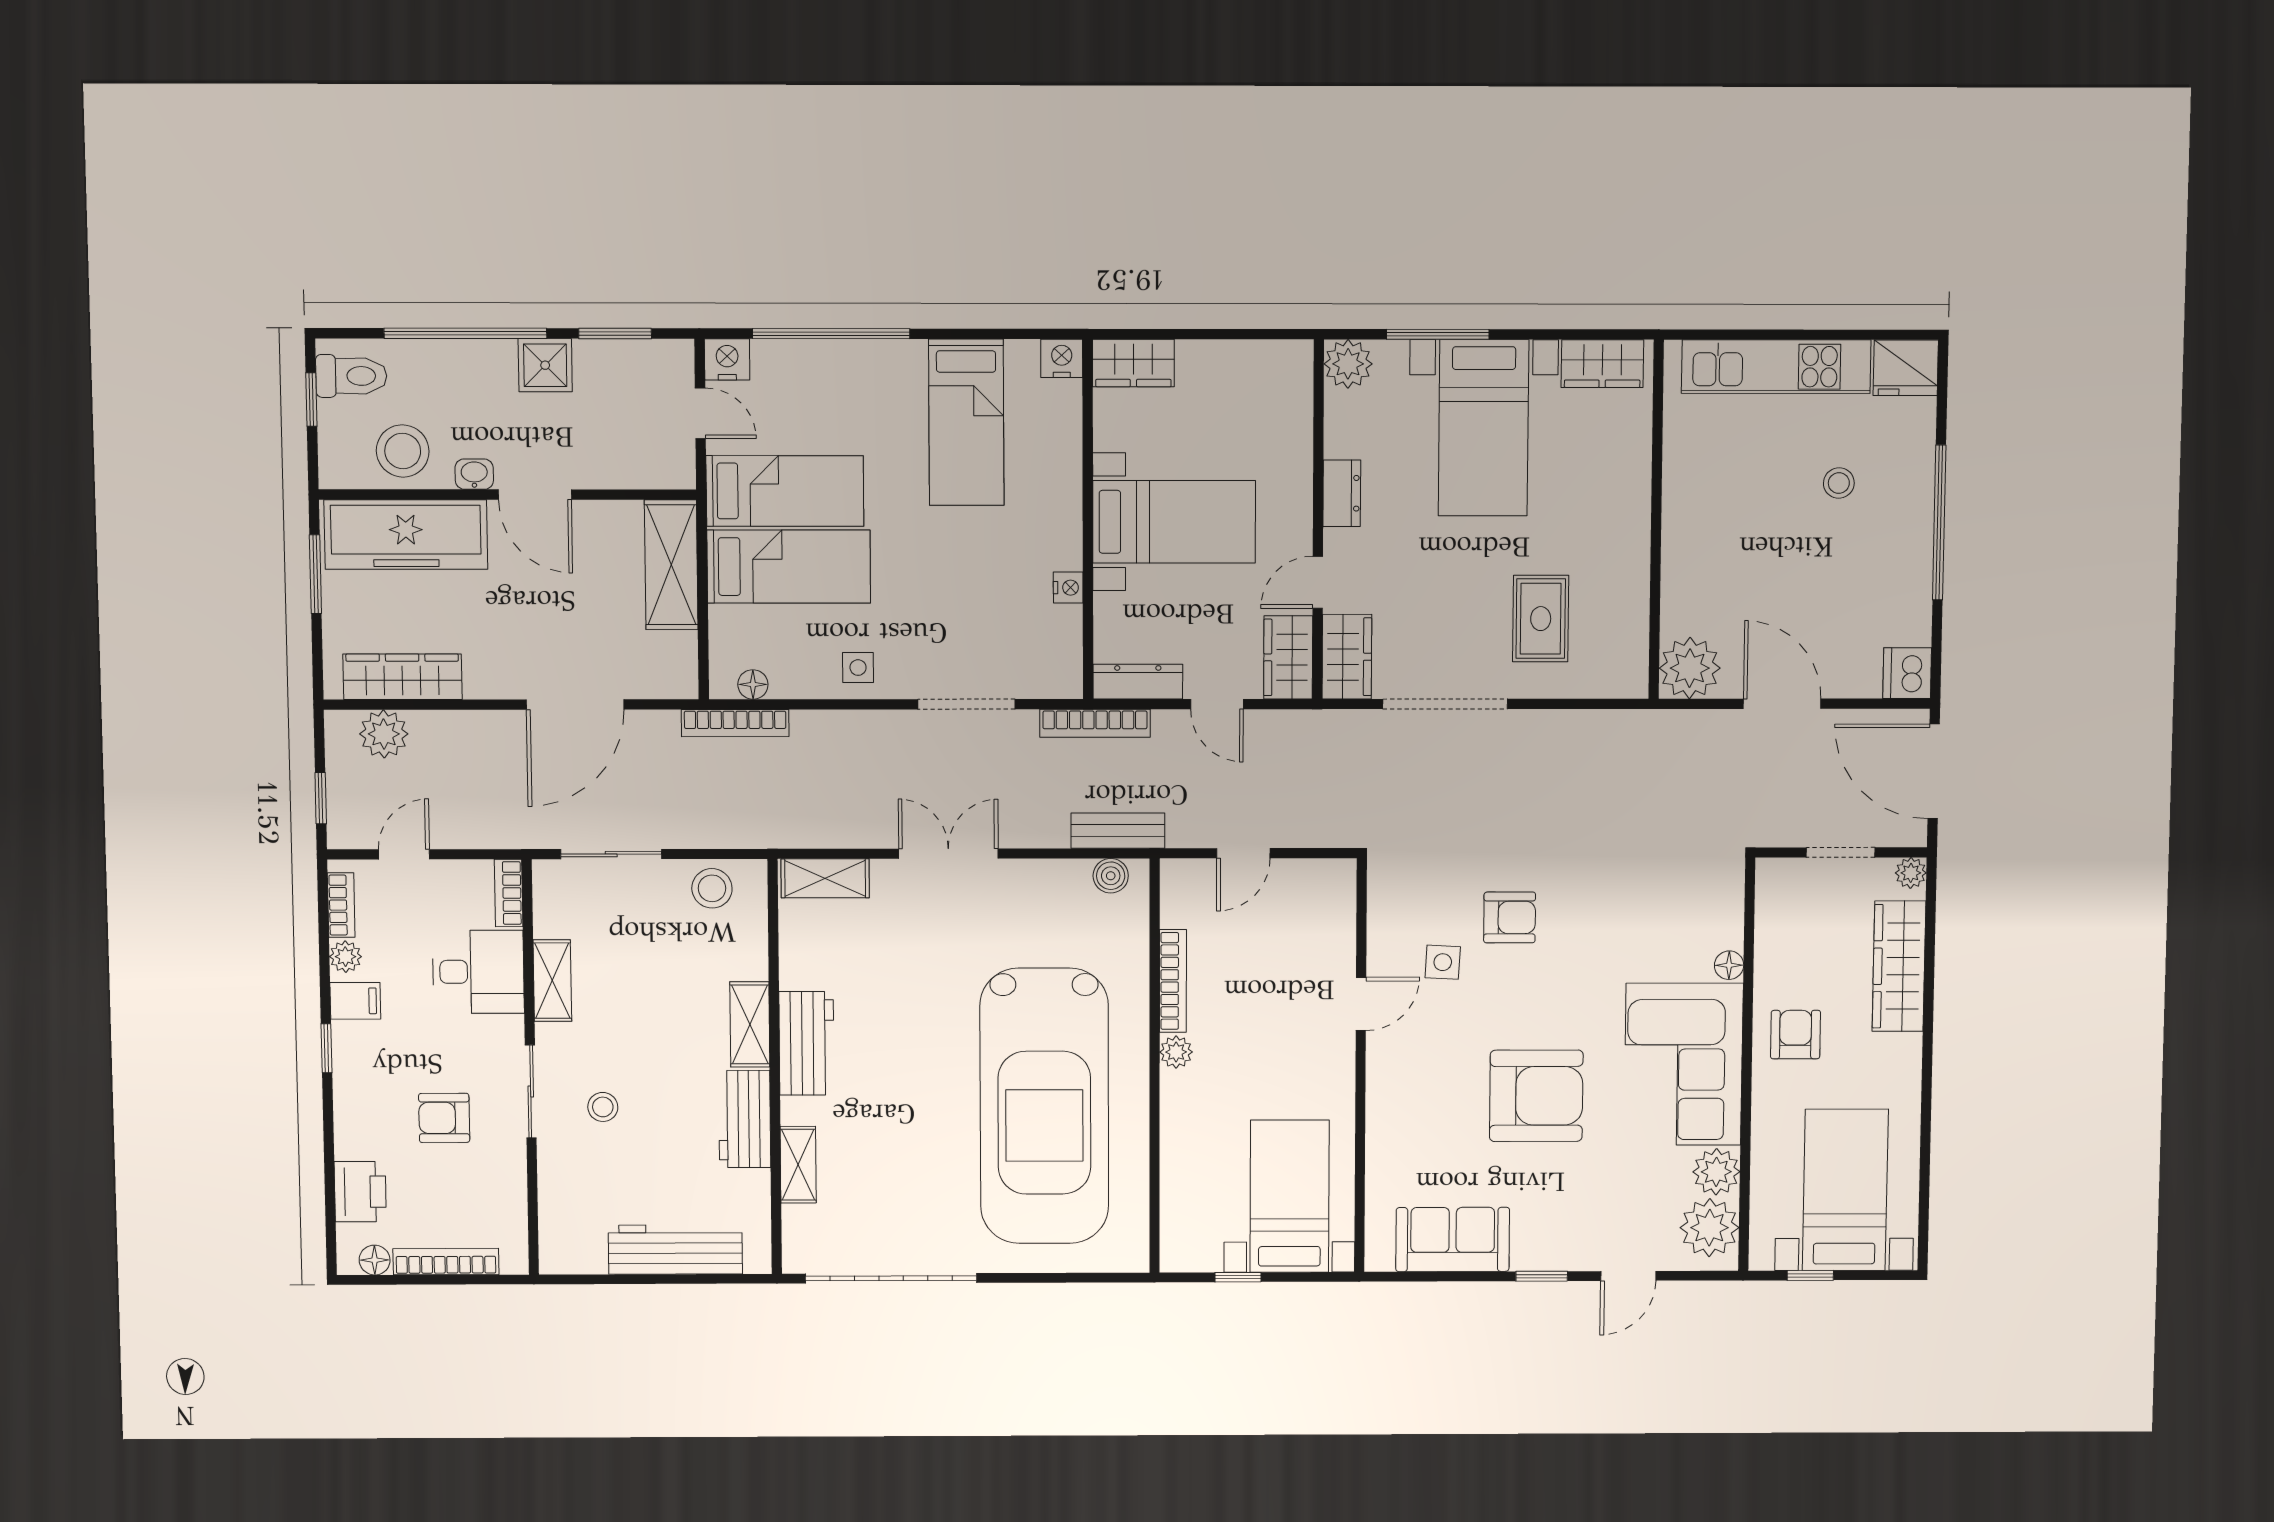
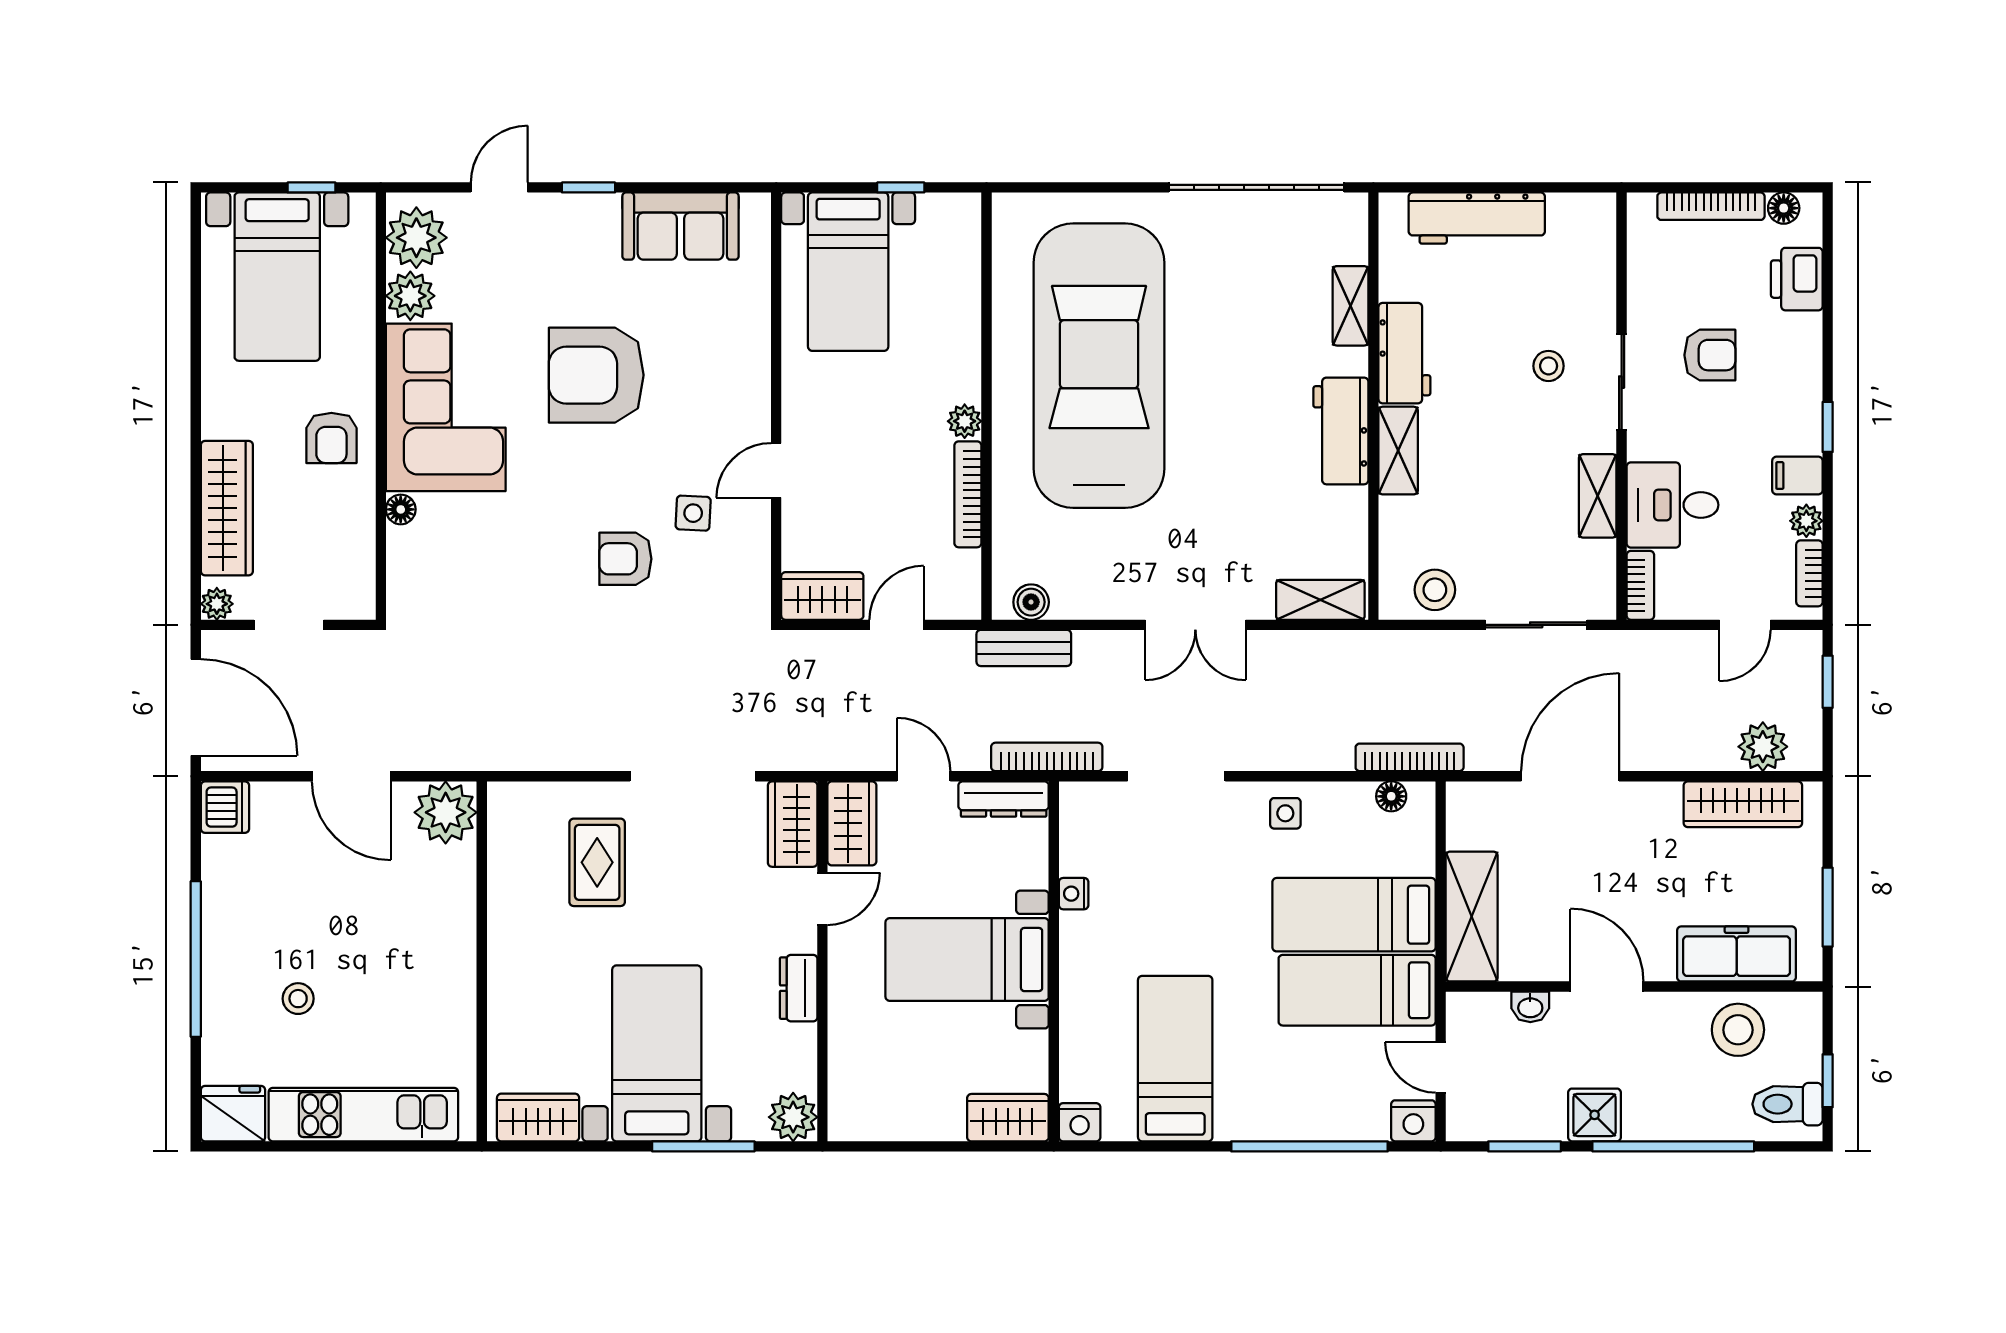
washbasin: (474, 474) -> (1530, 1007), moved
freezer: (406, 535) -> (1737, 954), width x0.73, depth x0.79
wardrobe: (1316, 881) -> (822, 596), added

